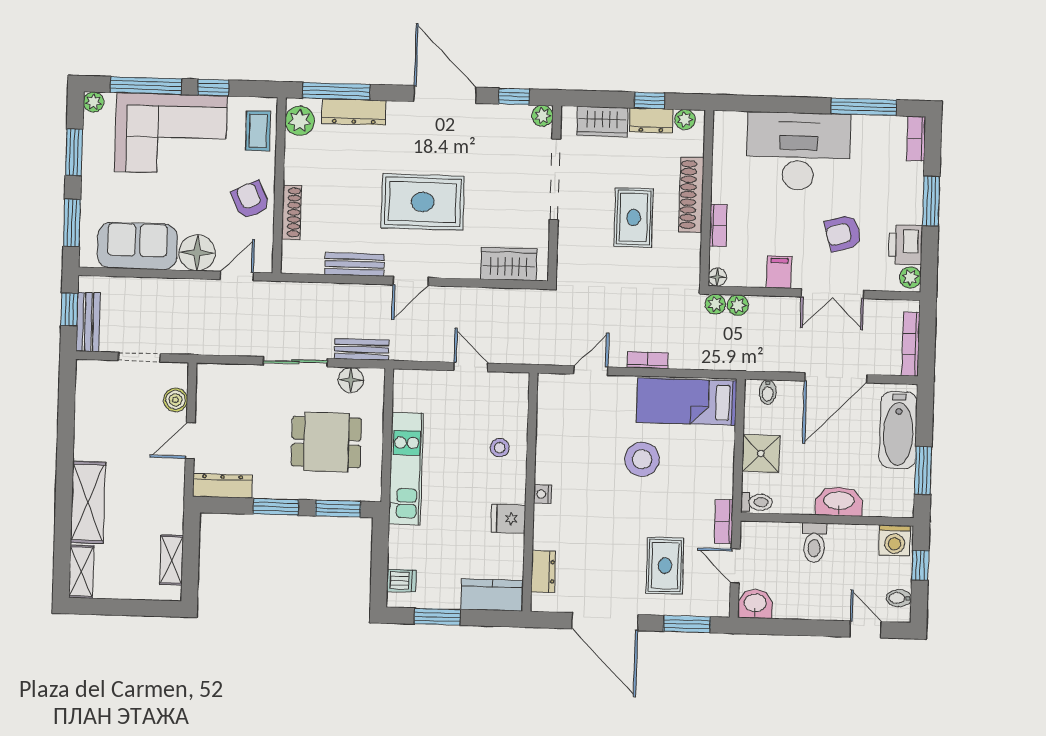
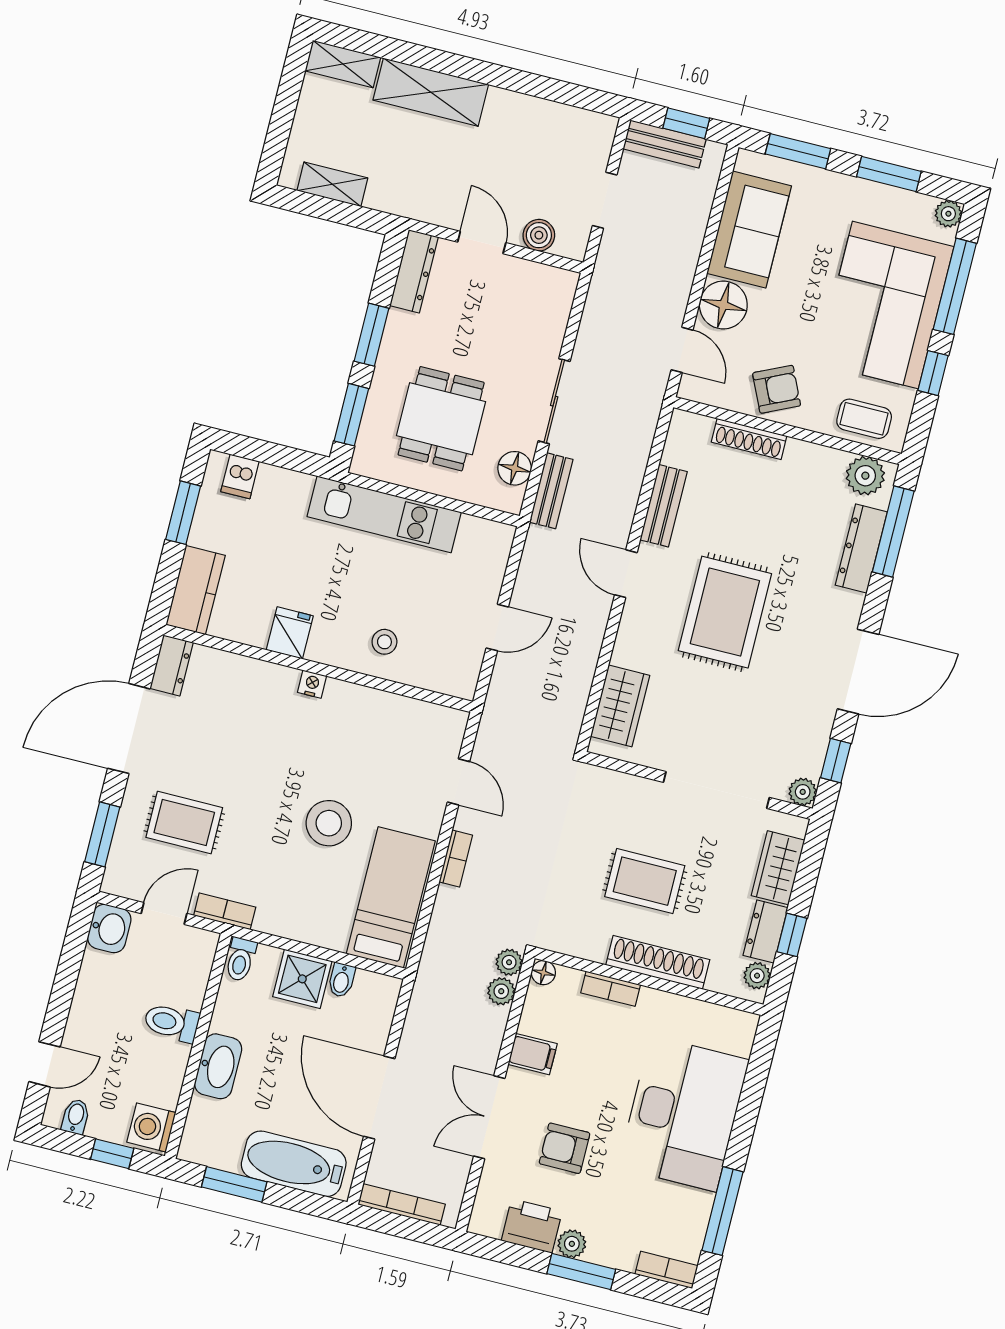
armchair: (843, 233) -> (565, 1148), turned -74
plant: (910, 277) -> (572, 1244), moved
bidet: (768, 392) -> (342, 980), moved, turned -90
dresser: (543, 572) -> (172, 665), moved, turned -90

